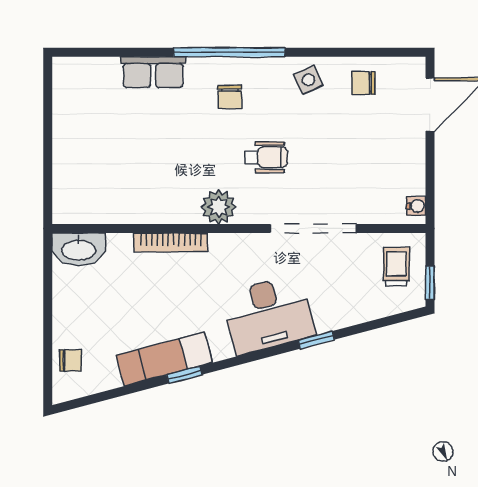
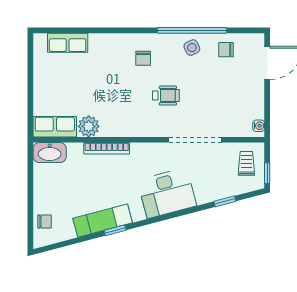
window: (229, 52) -> (192, 30), moved
row of seats: (153, 72) -> (68, 43), moved
row of seats: (87, 207) -> (55, 127), added
plant: (219, 207) -> (89, 126), moved
window: (316, 340) -> (225, 201), moved

